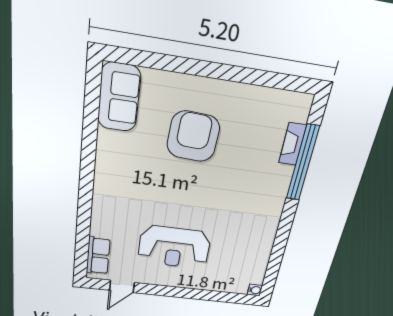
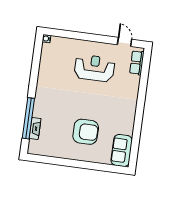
armchair: (193, 136) -> (86, 132), turned -93
door: (122, 286) -> (125, 42), hinge flipped

